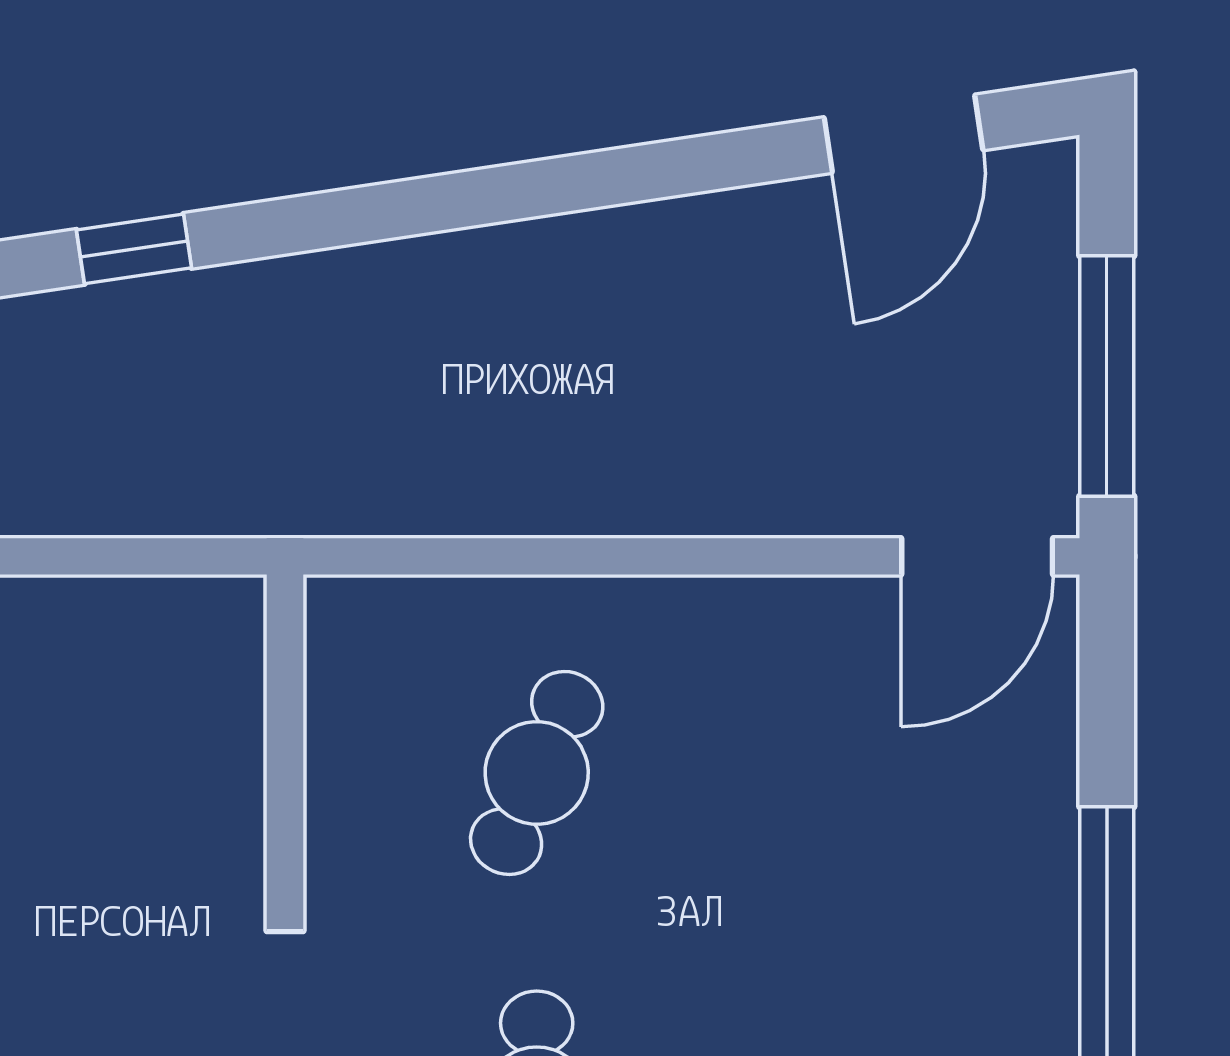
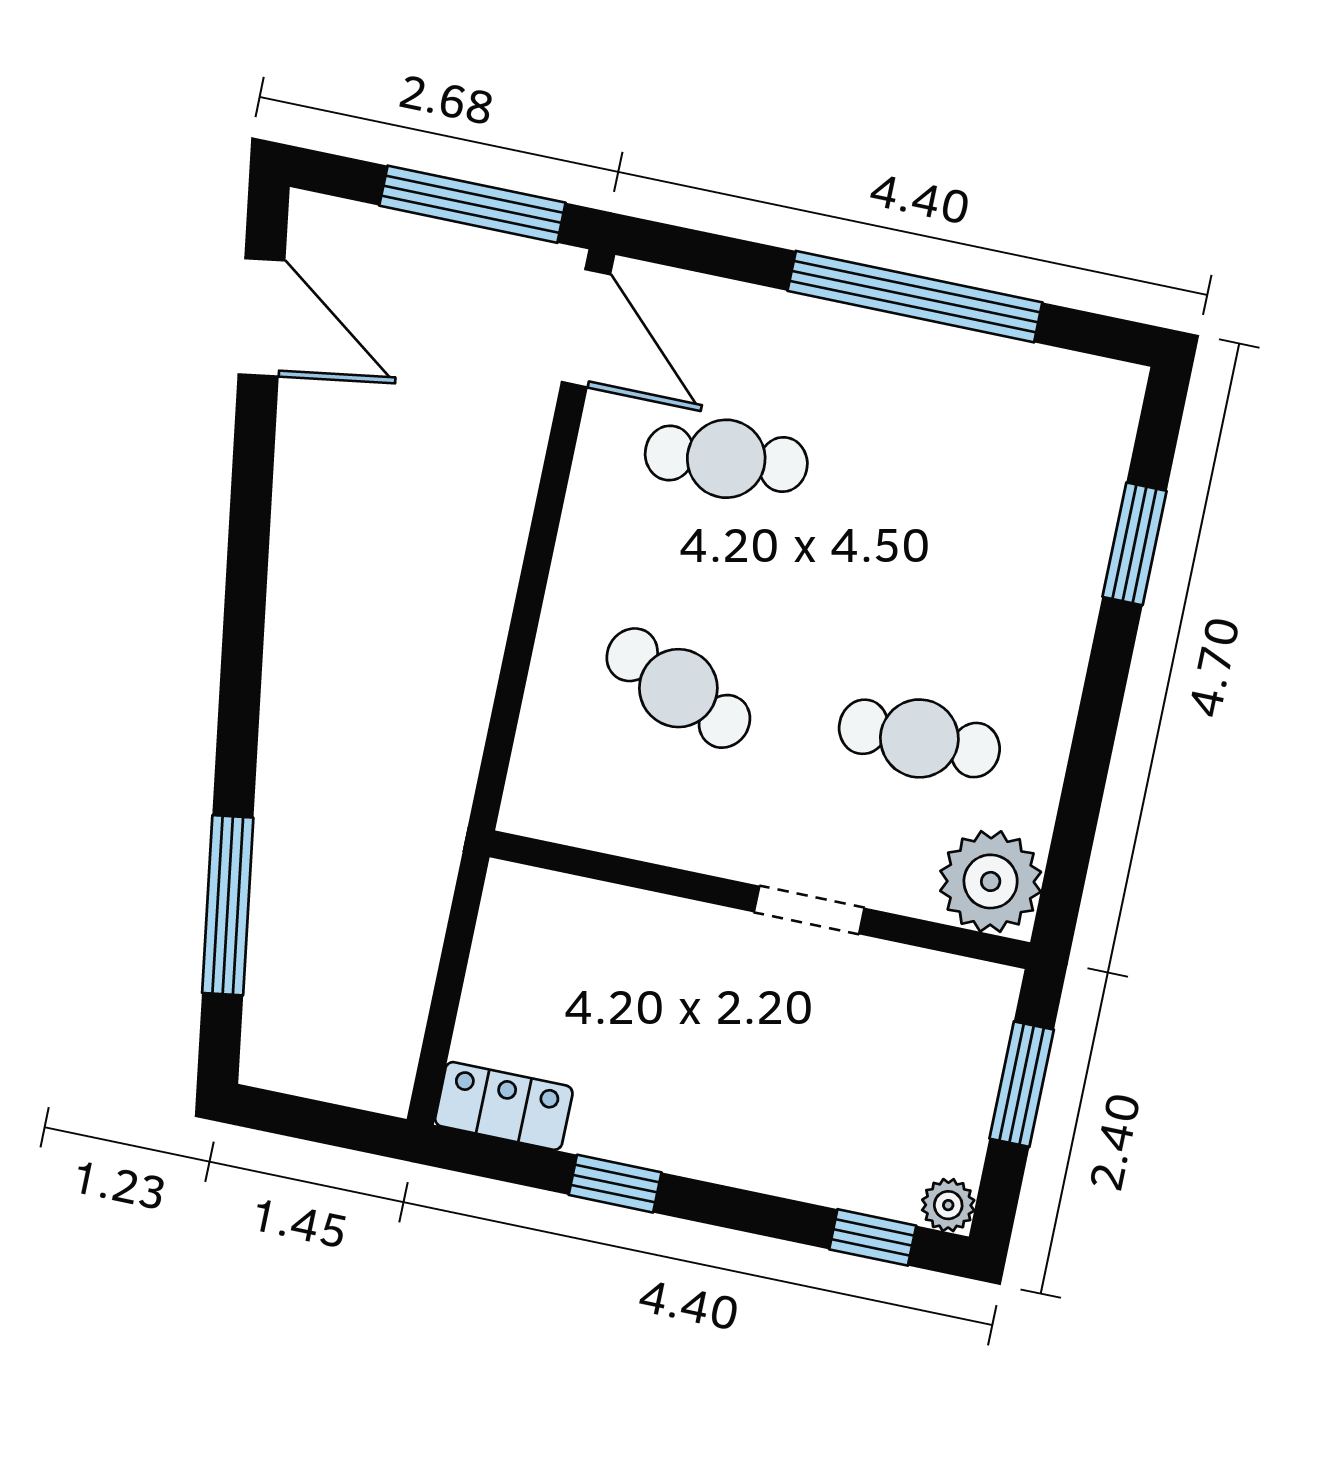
window: (134, 249) -> (228, 905), width x2.17
cafe table: (846, 773) -> (726, 459), added

